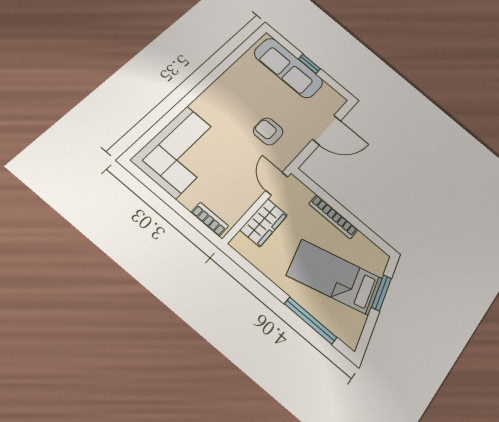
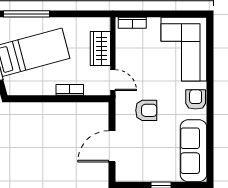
sofa: (289, 68) -> (194, 151), moved, turned -90
armchair: (213, 101) -> (196, 99), added
bookcase: (333, 217) -> (70, 90), width x0.64

